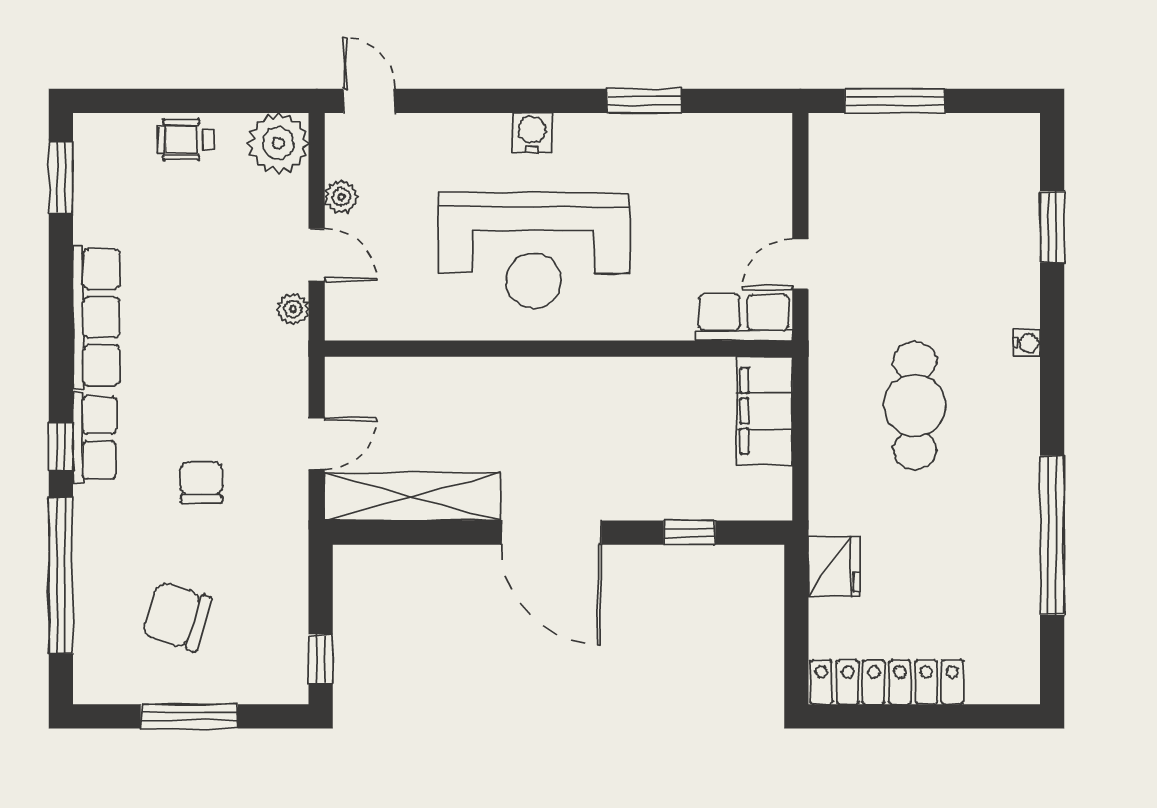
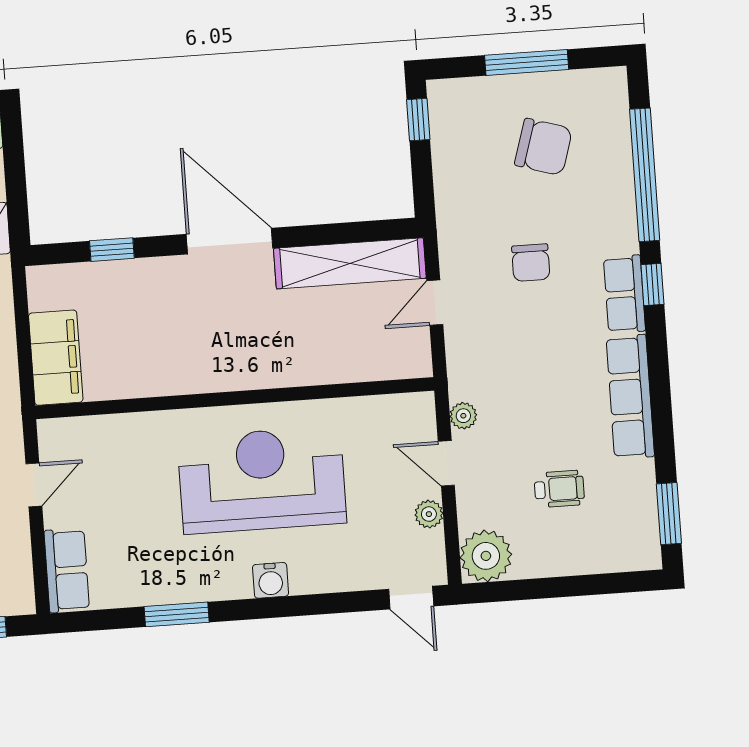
wheelchair: (186, 140) -> (559, 489), moved
row of seats: (744, 317) -> (67, 570), moved, turned -90

